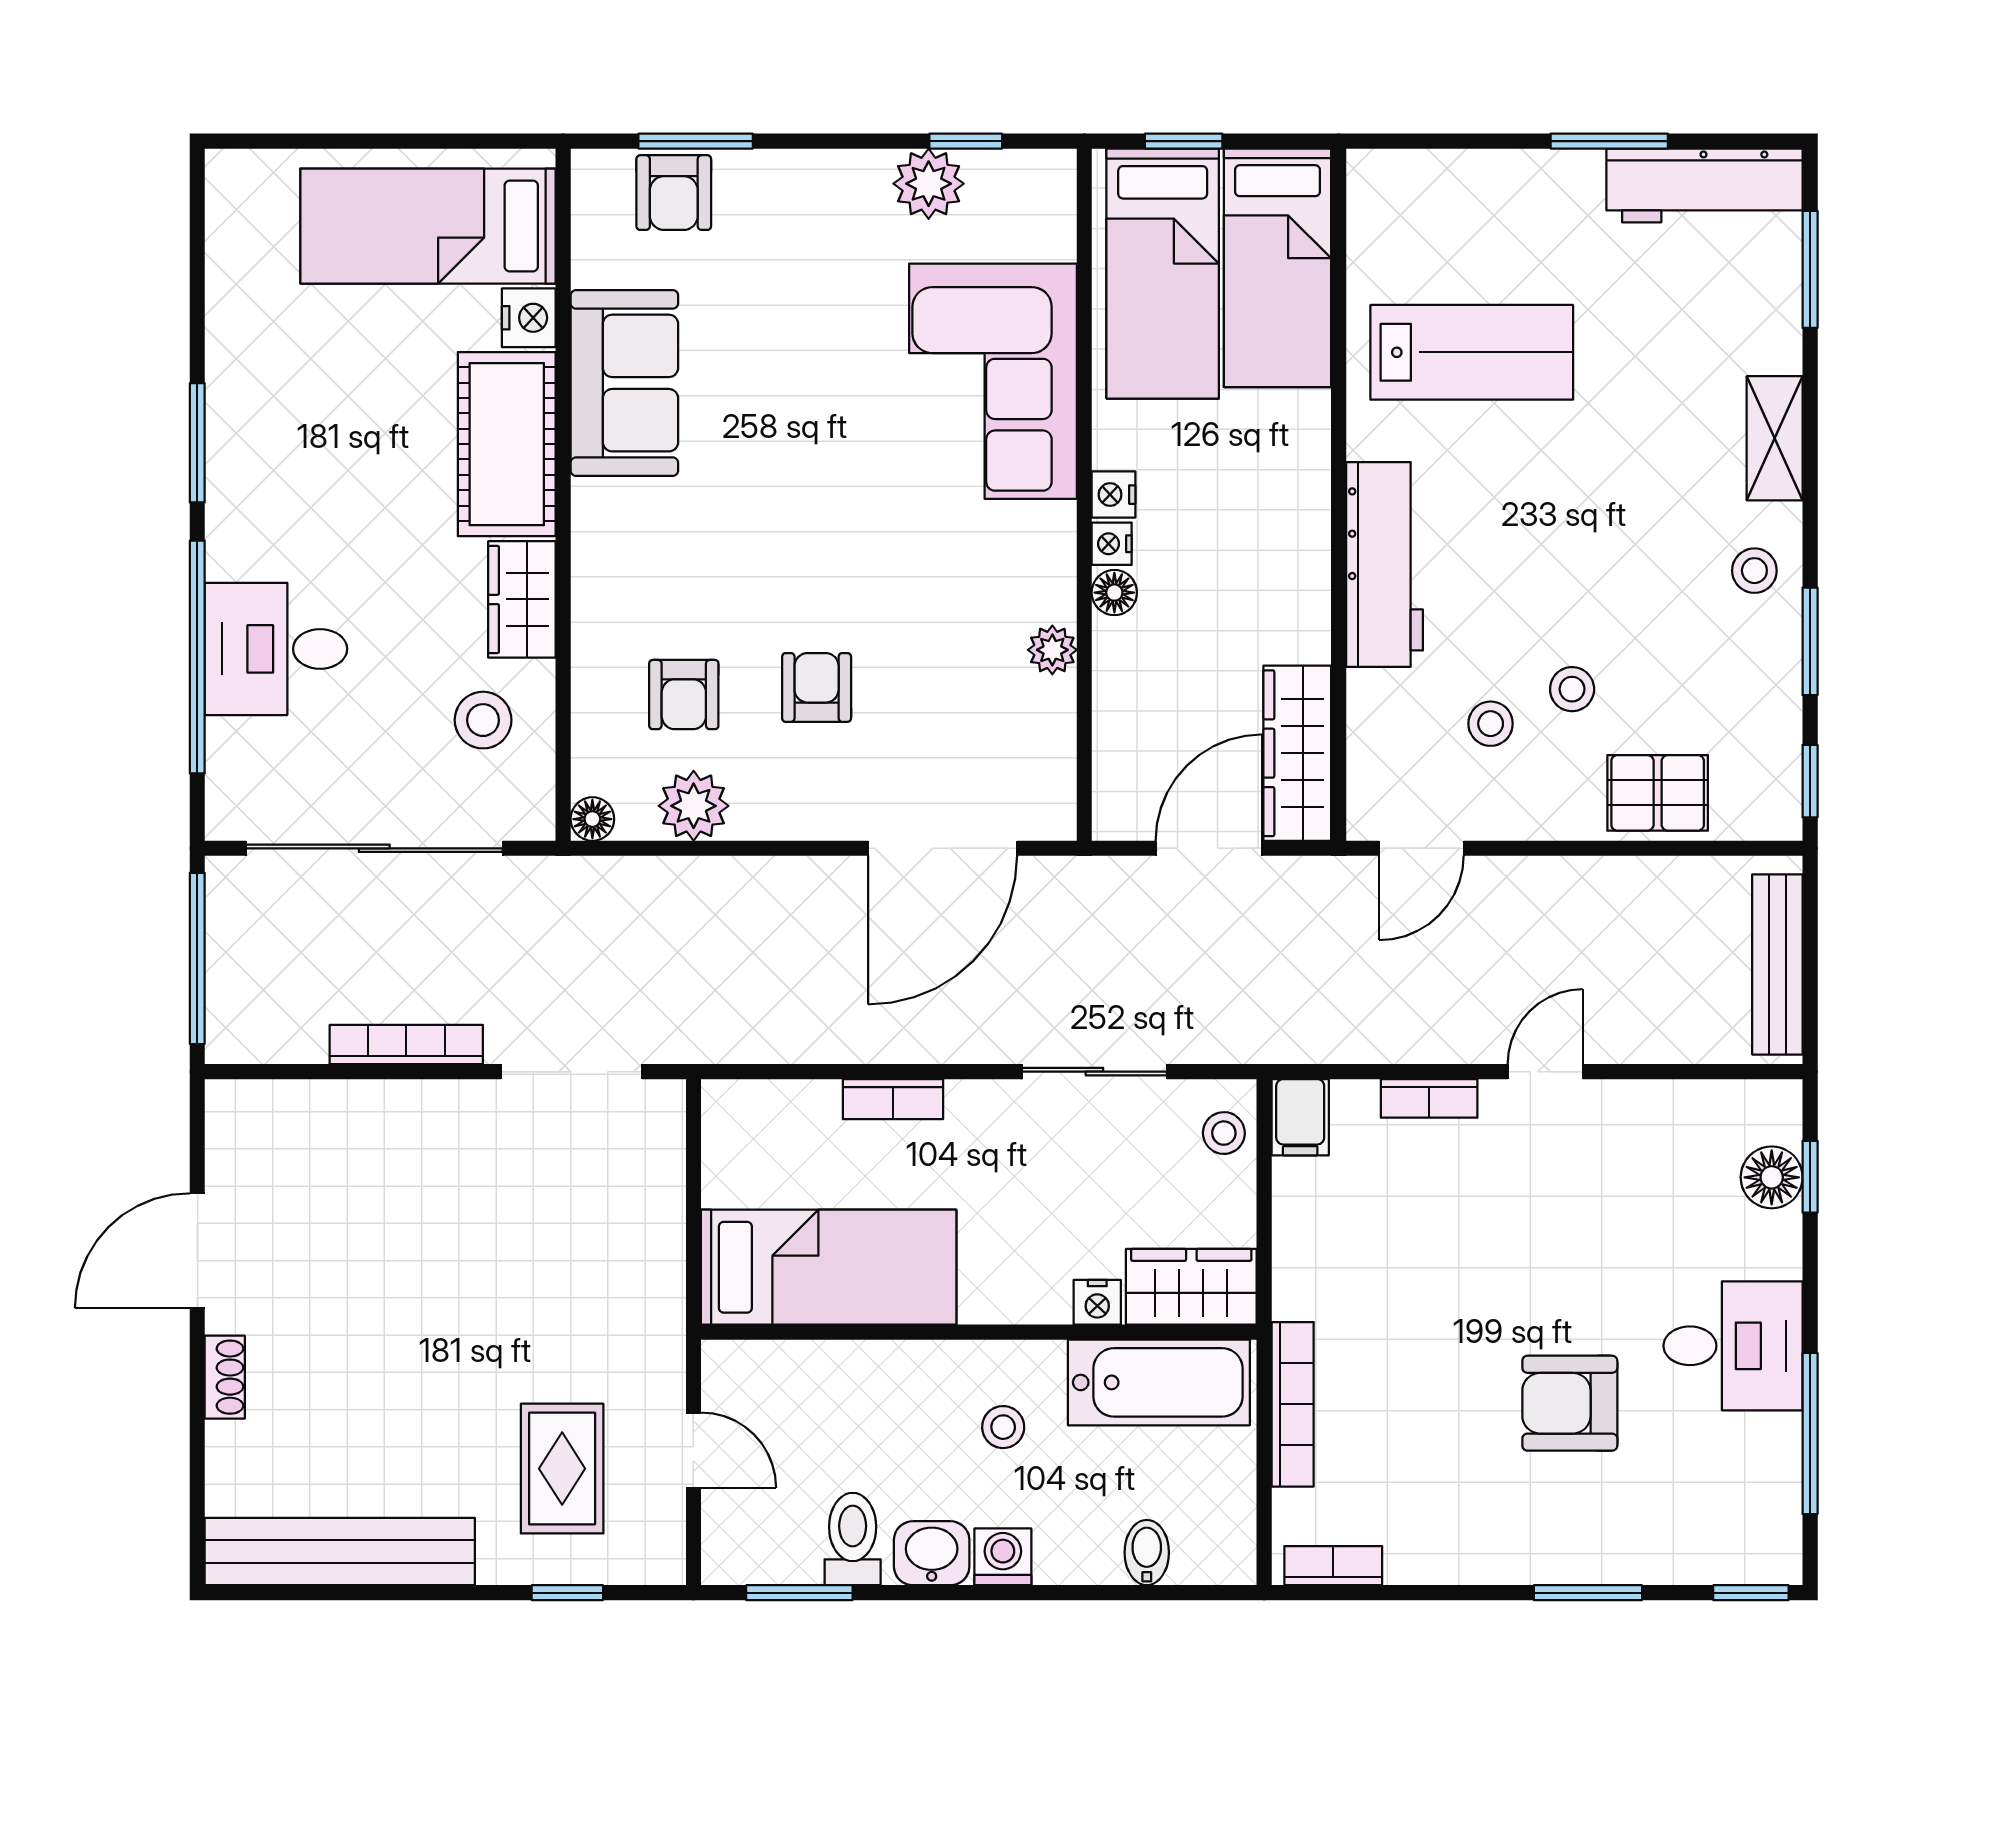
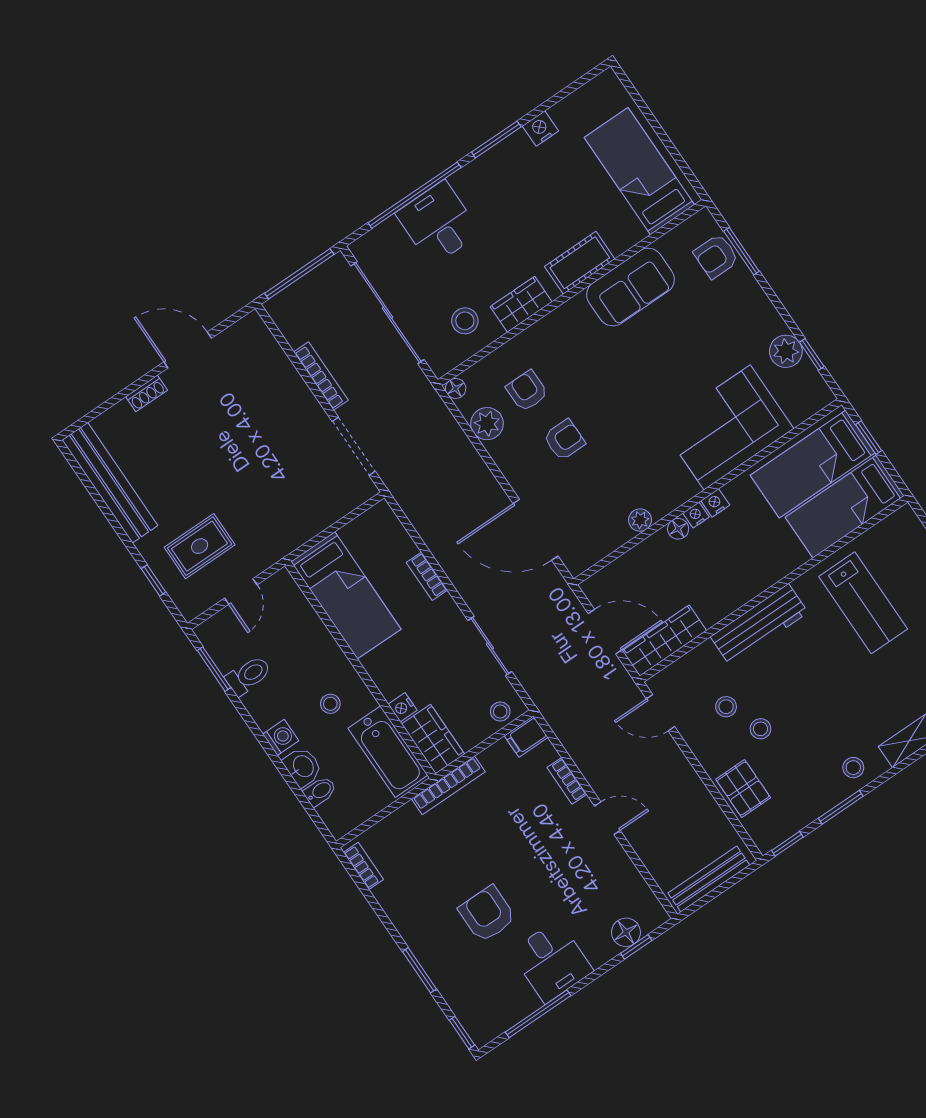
nightstand: (529, 318) -> (540, 129), moved, turned 180
cot: (507, 444) -> (580, 263), width x0.73, depth x0.75
armchair: (684, 695) -> (527, 391), turned 90
bookcase: (1293, 1404) -> (448, 785), moved
washbasin: (932, 1553) -> (303, 767), moved

